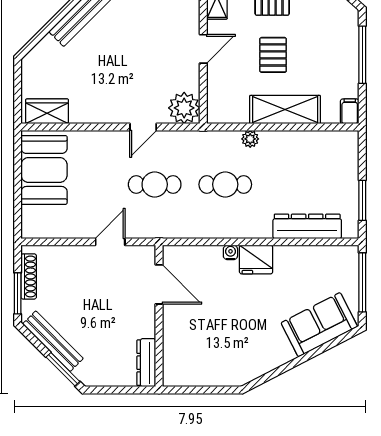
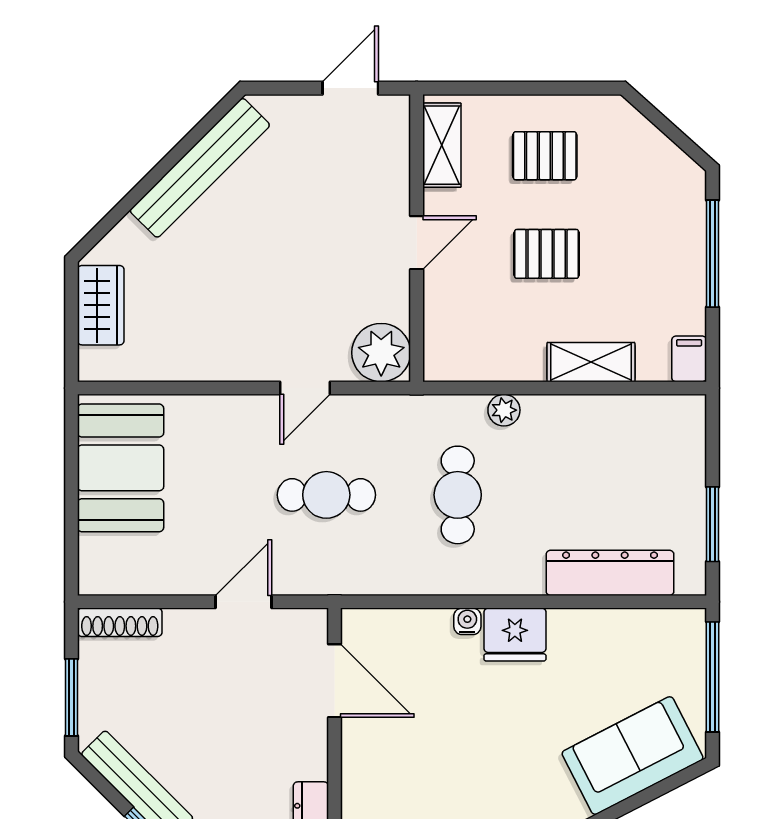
pallet: (273, 55) -> (547, 254), turned 90
shelving: (285, 110) -> (591, 362), width x0.67, depth x0.75
wardrobe: (47, 111) -> (101, 305), moved, turned 90
cafe table: (225, 184) -> (458, 495), turned 90
shoe rack: (29, 276) -> (120, 622), moved, turned 90

